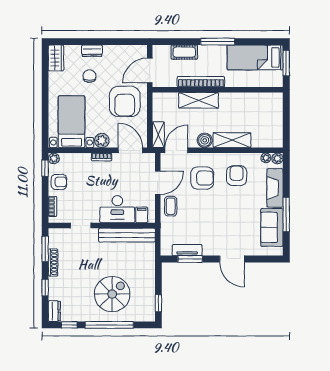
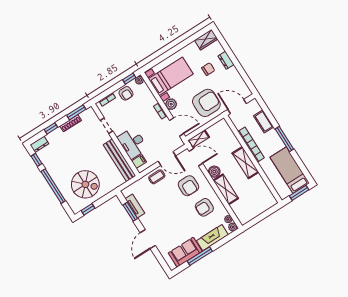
shelving: (199, 100) -> (245, 163), moved
armchair: (125, 101) -> (206, 103), turned 180
door: (130, 150) -> (177, 127), hinge flipped
armchair: (237, 176) -> (204, 207), turned 180
spiral stairs: (112, 294) -> (85, 184), moved

